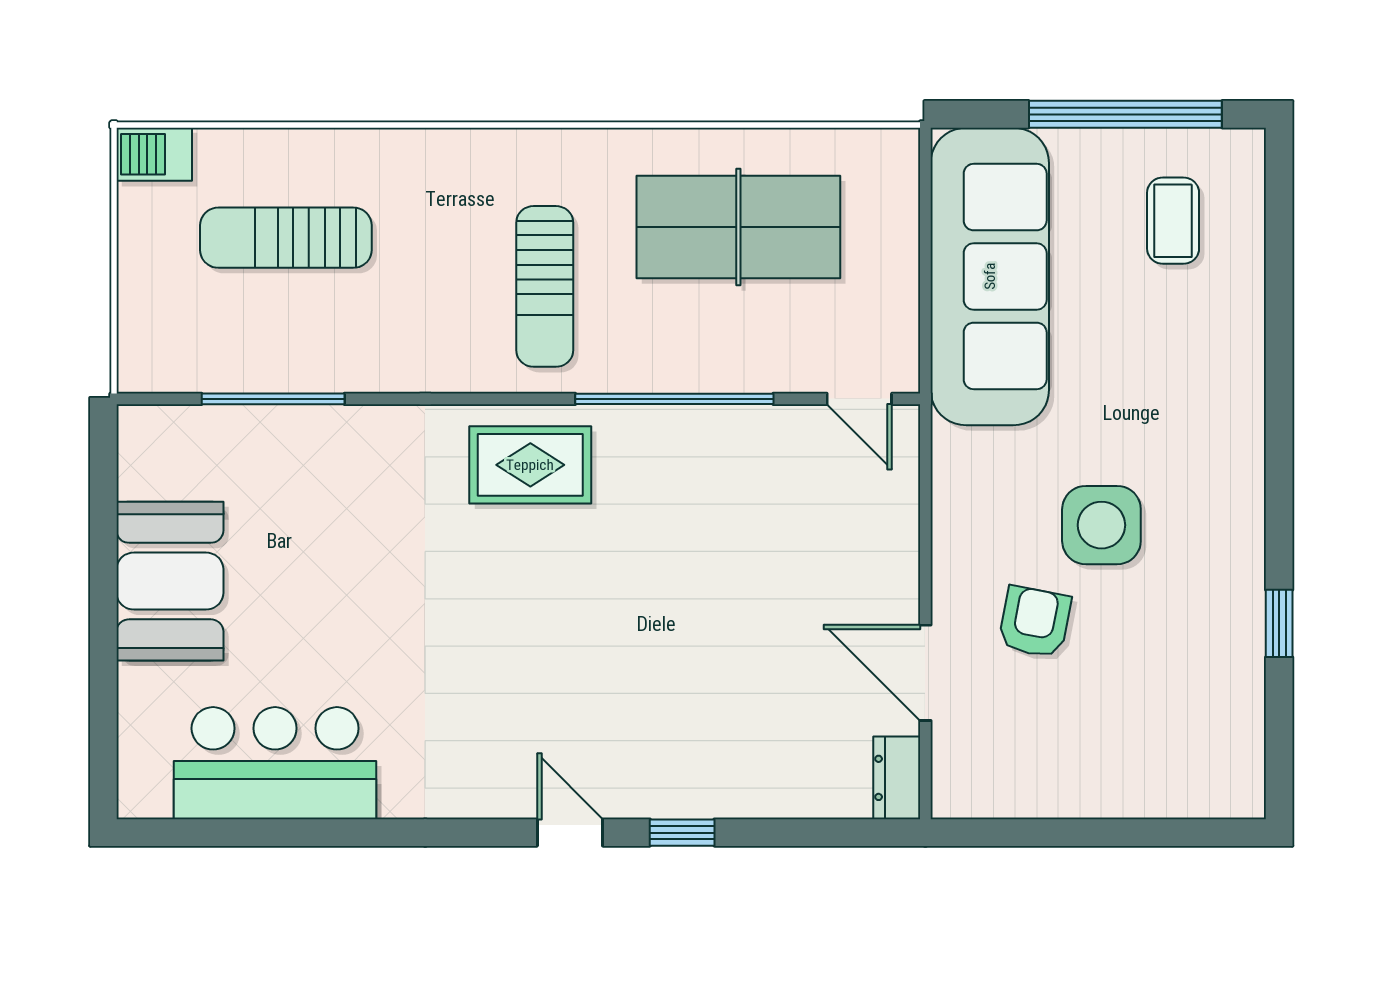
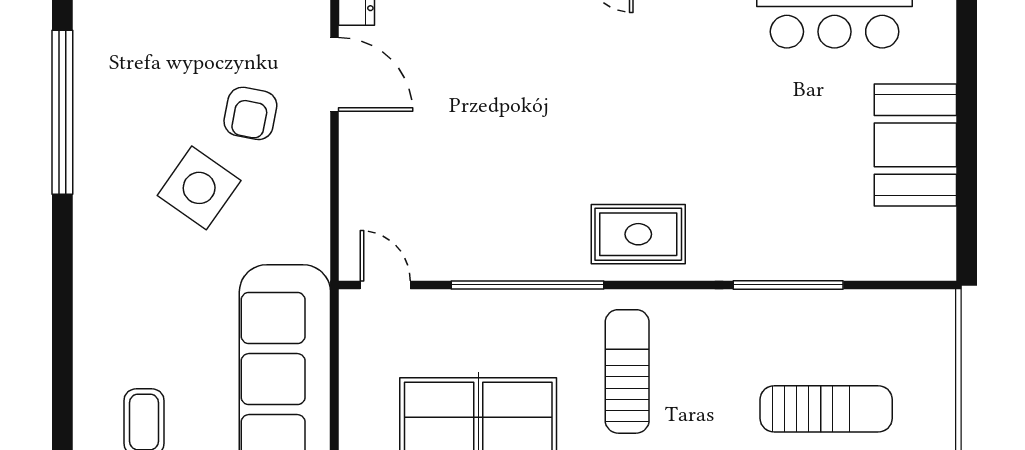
window: (273, 399) -> (788, 285), moved
side table: (1101, 525) -> (199, 188), turned 35
window: (1279, 623) -> (62, 112), width x3.17

